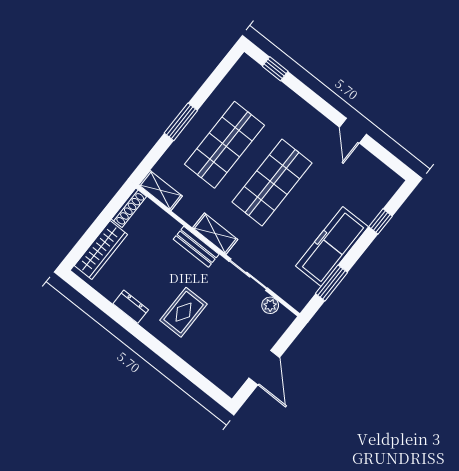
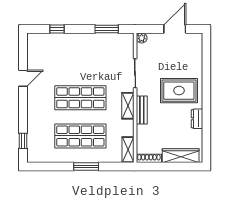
freezer: (332, 246) -> (88, 43), removed
plant: (270, 305) -> (142, 38), moved
rug: (183, 312) -> (179, 91), width x1.36, depth x1.43

